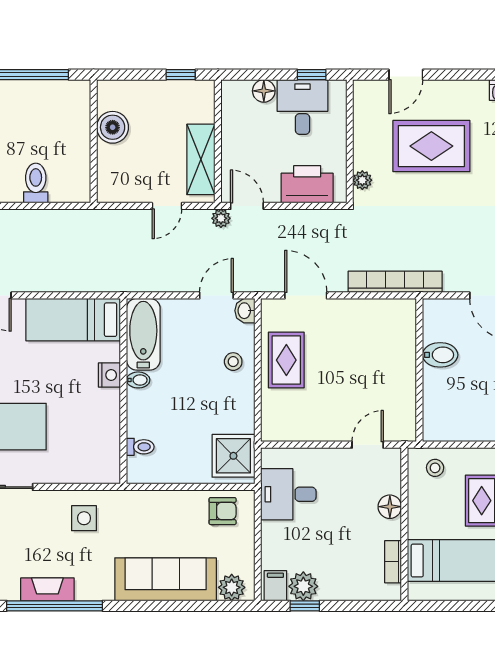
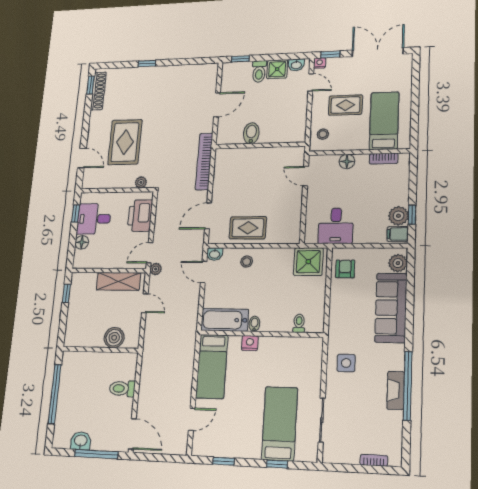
boiler: (113, 127) -> (114, 338), moved

